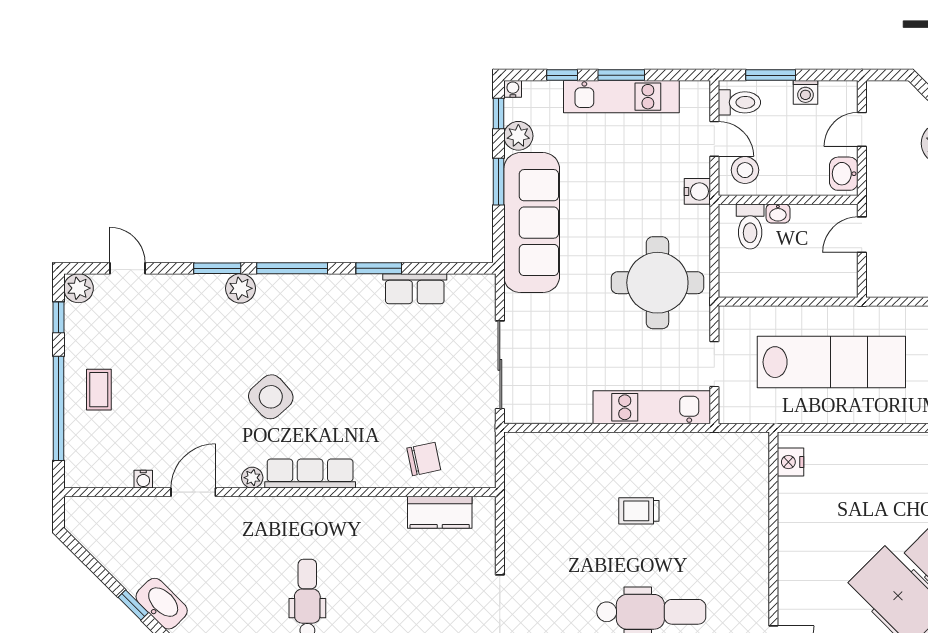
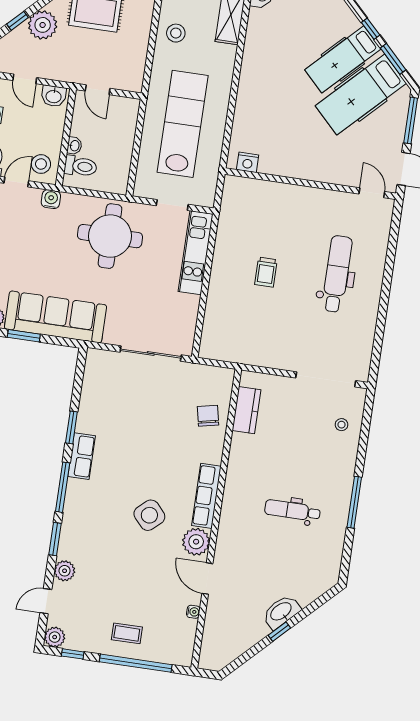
plant: (240, 288) -> (65, 571), moved
row of seats: (415, 289) -> (82, 456), moved
plant: (252, 478) -> (196, 542), width x1.88, depth x1.88

